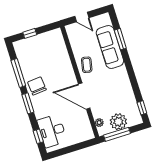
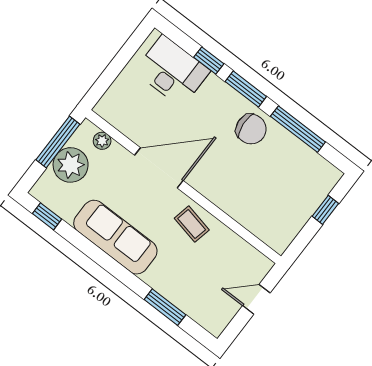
sofa: (110, 47) -> (115, 237), moved
window: (38, 136) -> (209, 60), moved

